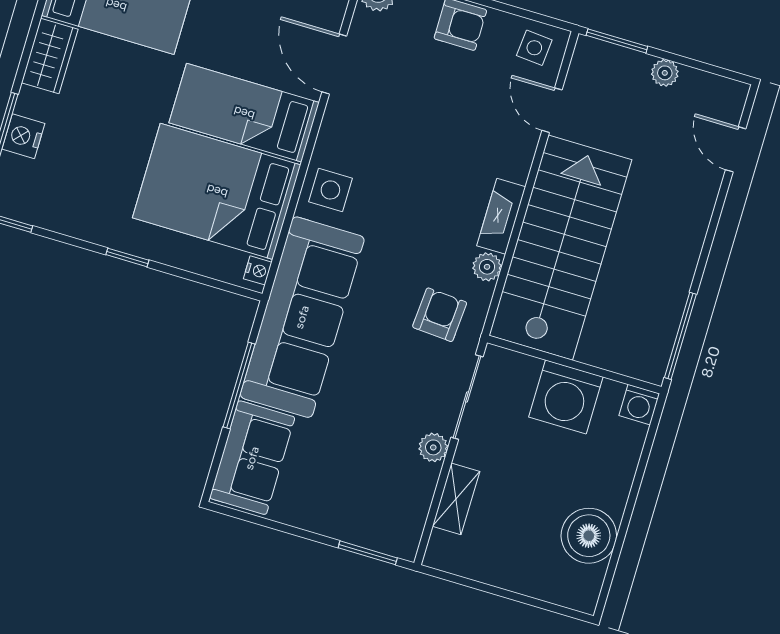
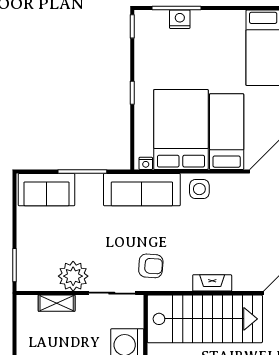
wardrobe: (50, 56) -> (226, 21), removed
plant: (487, 267) -> (183, 283), removed
sofa: (302, 317) -> (142, 190), width x0.74, depth x0.79
plant: (433, 447) -> (73, 276), width x1.88, depth x1.88

